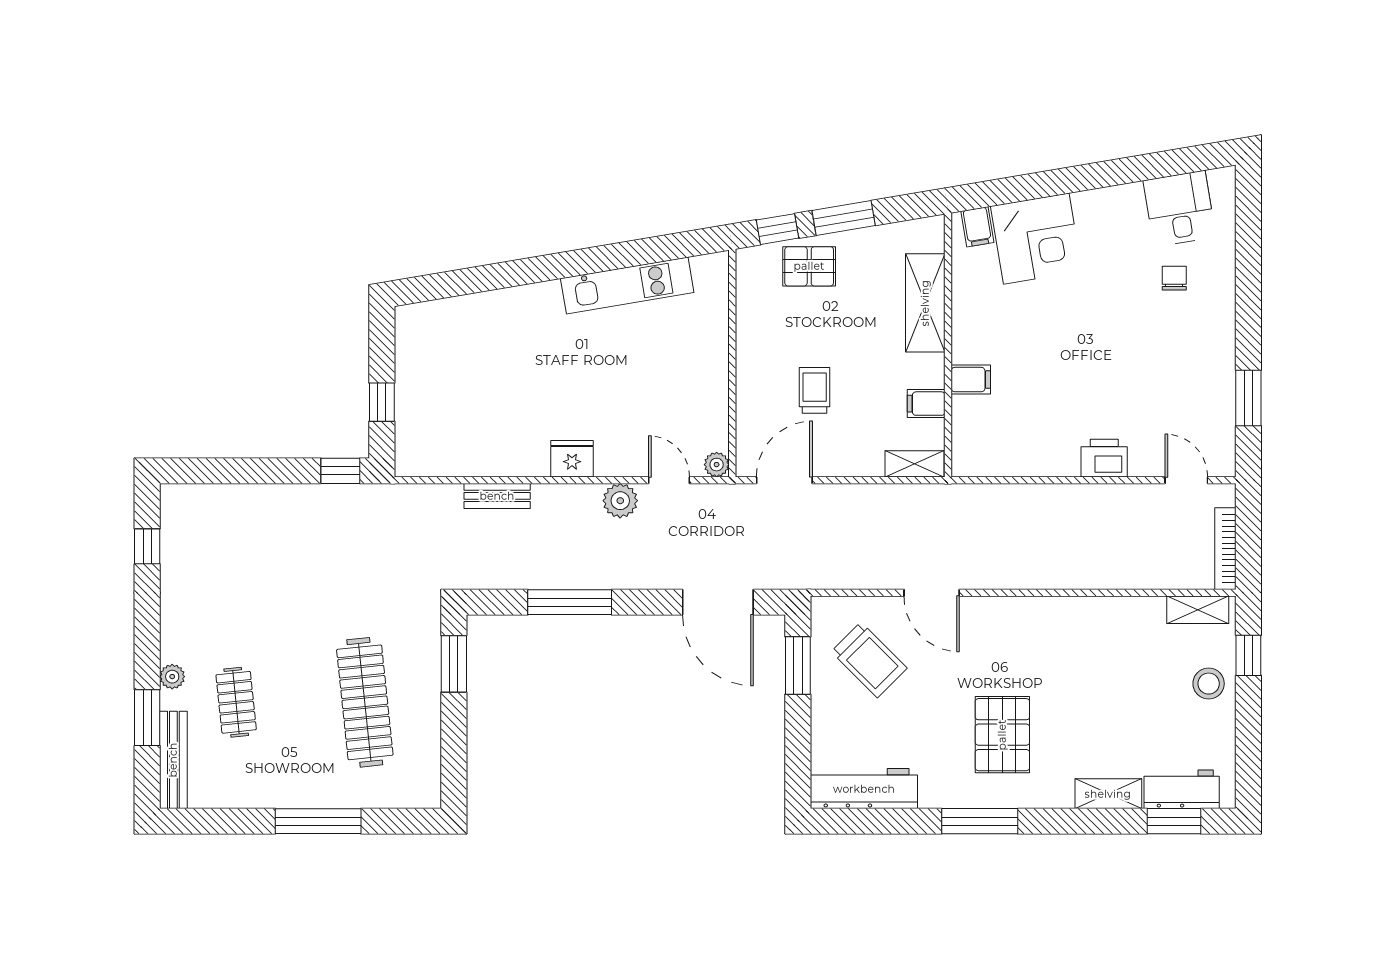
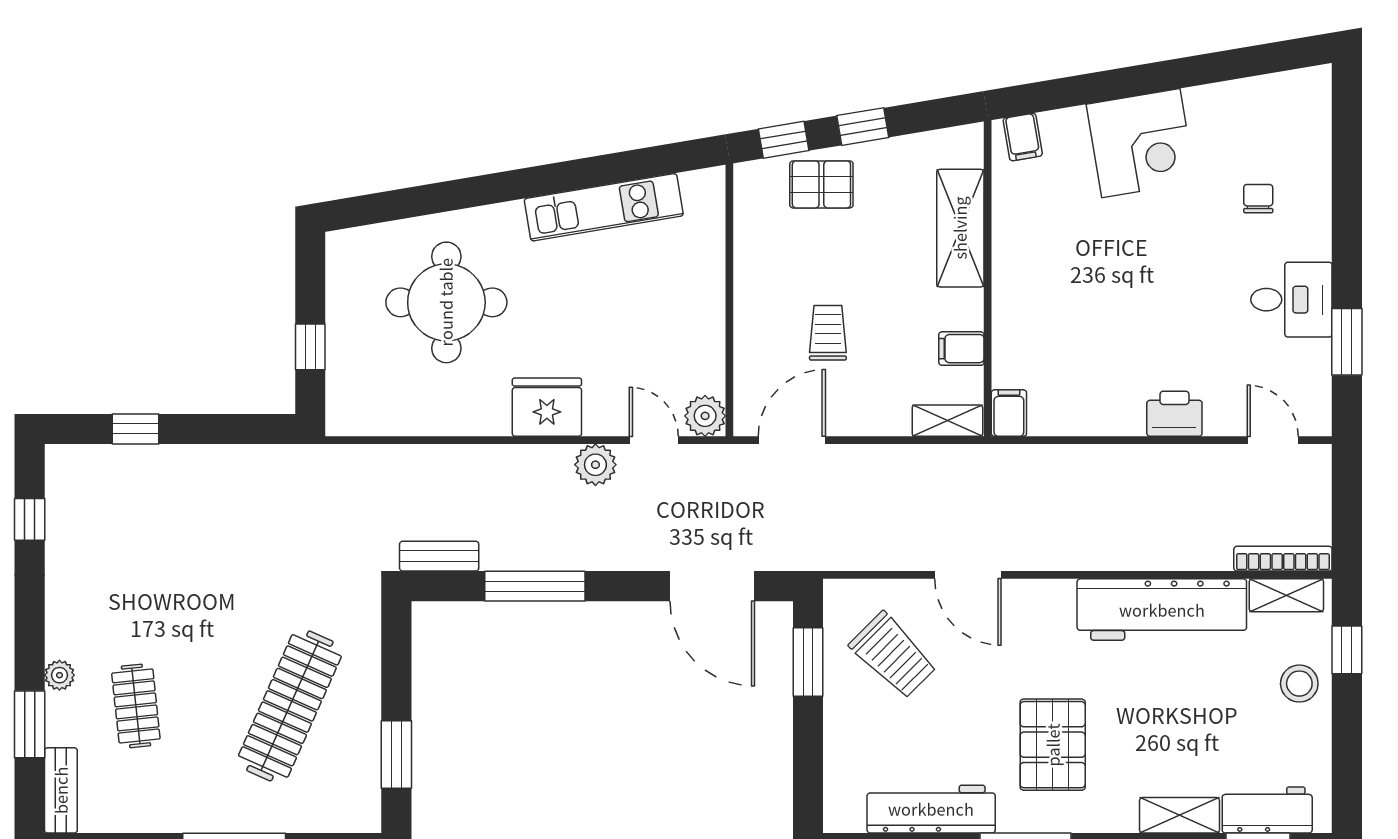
desk: (1179, 209) -> (1291, 300), moved, turned 100
window: (844, 218) -> (863, 127), width x0.67
corner desk: (1036, 239) -> (1141, 143), moved
round table: (496, 365) -> (446, 302), added
filing cabinet: (971, 380) -> (1009, 413), moved, turned -90
fridge: (572, 459) -> (547, 407), width x1.36, depth x1.34
plant: (717, 465) -> (705, 416), width x1.38, depth x1.38
window: (340, 471) -> (135, 429), moved
bench: (497, 496) -> (439, 556), moved
bookcase: (1225, 549) -> (1283, 559), moved, turned 90
workbench: (1094, 622) -> (1162, 610), added
window: (454, 664) -> (396, 754), moved
clothes rail: (365, 702) -> (290, 706), turned 30
bench: (173, 760) -> (61, 790), width x0.73
workbench: (864, 789) -> (931, 809), moved

